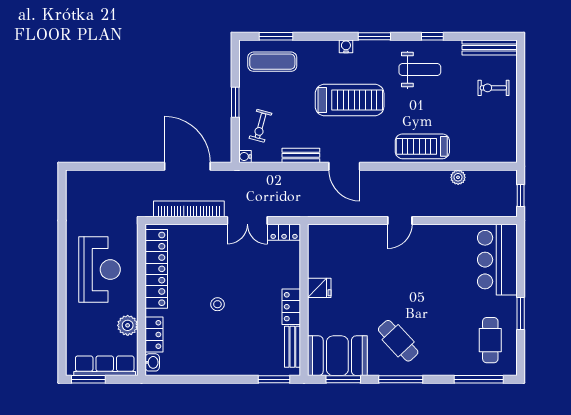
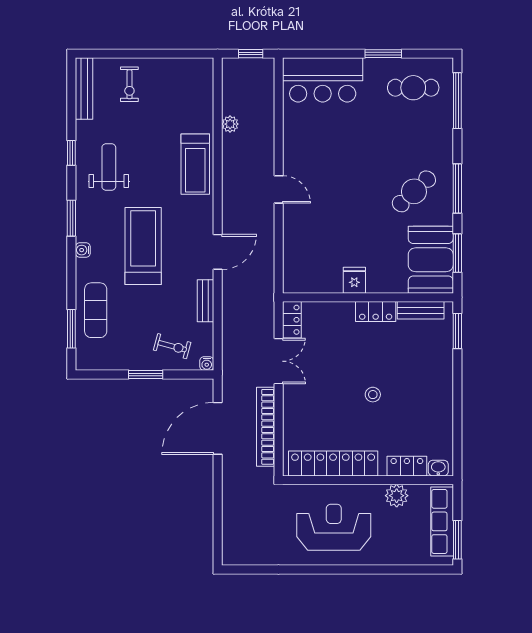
exercise mat: (272, 62) -> (96, 310), moved

